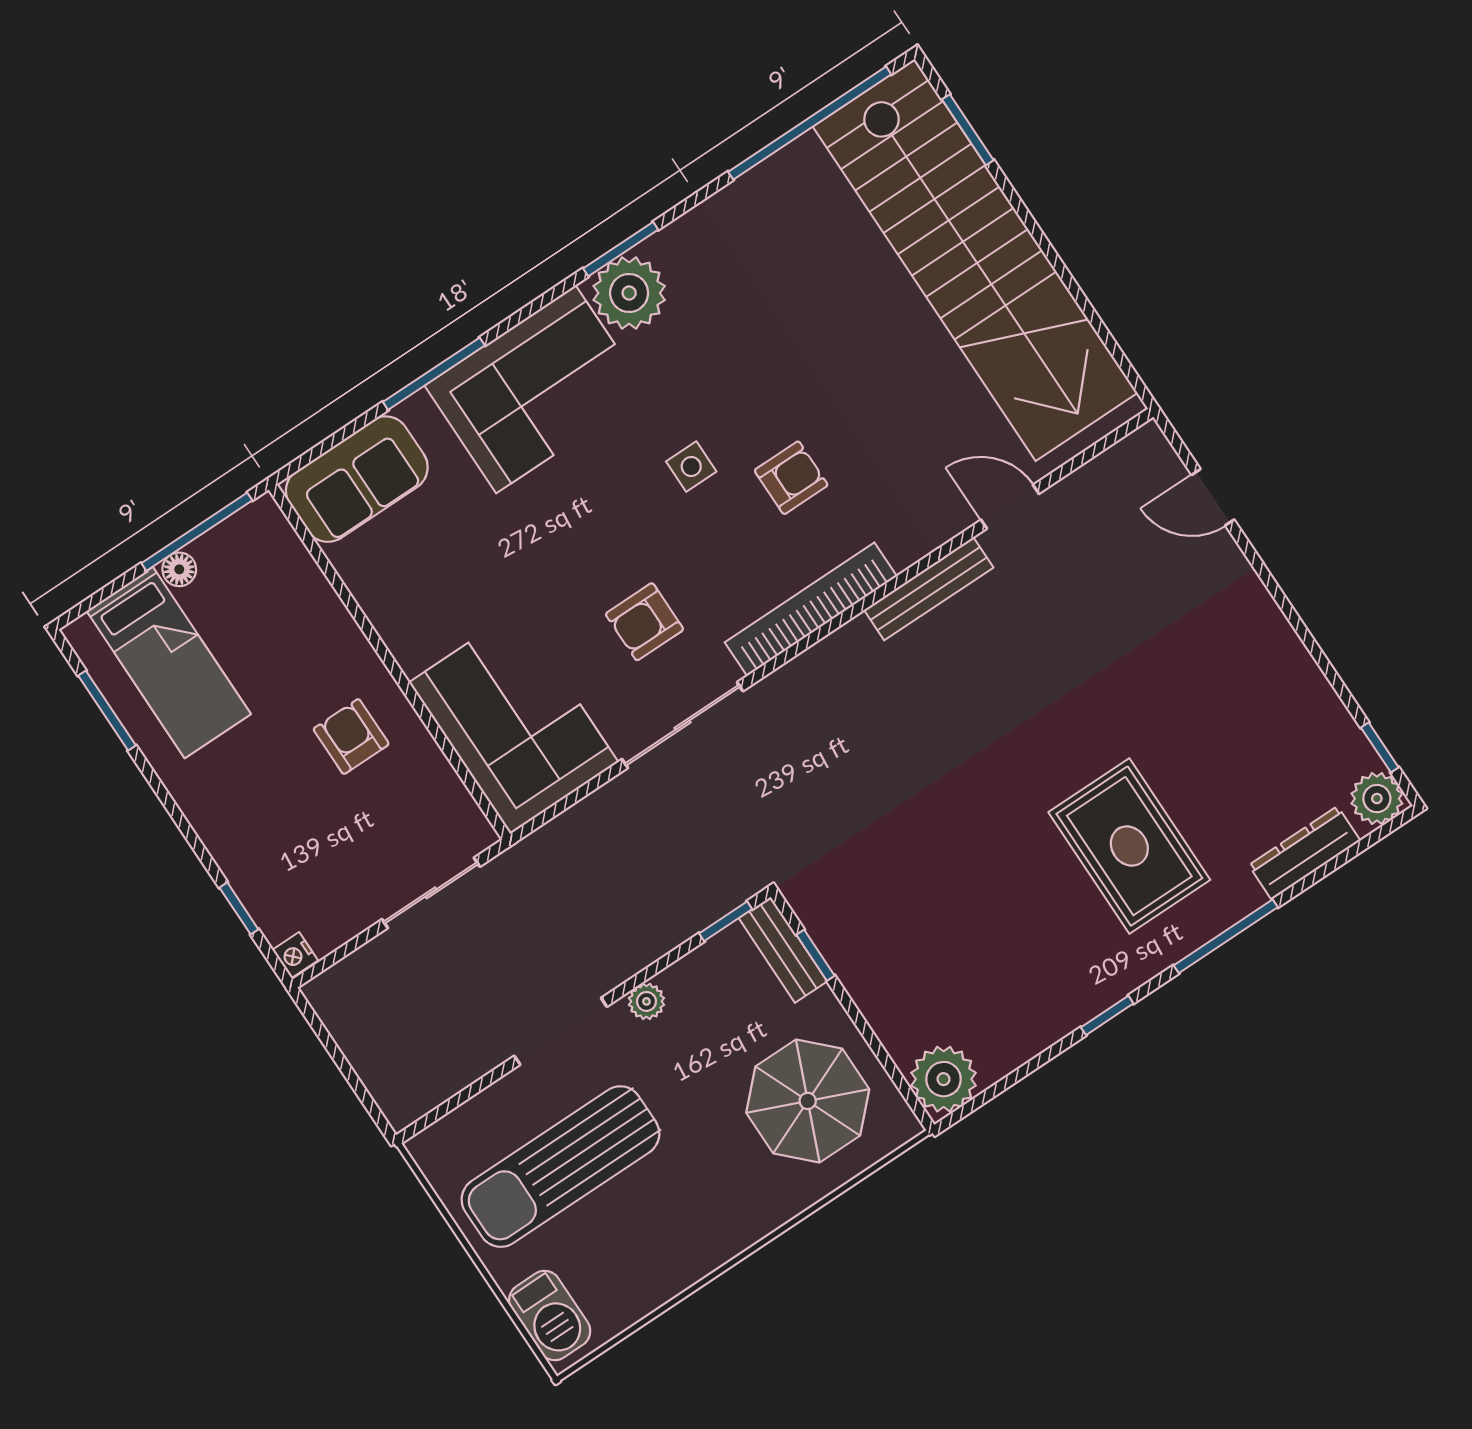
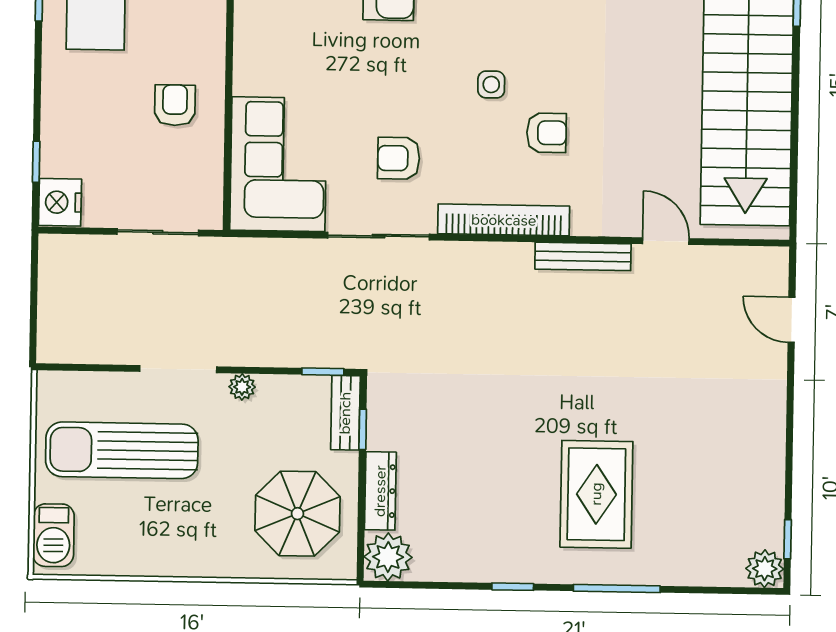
dresser: (1305, 853) -> (380, 491), moved, turned 90
nightstand: (295, 955) -> (60, 202), width x1.89, depth x1.79

